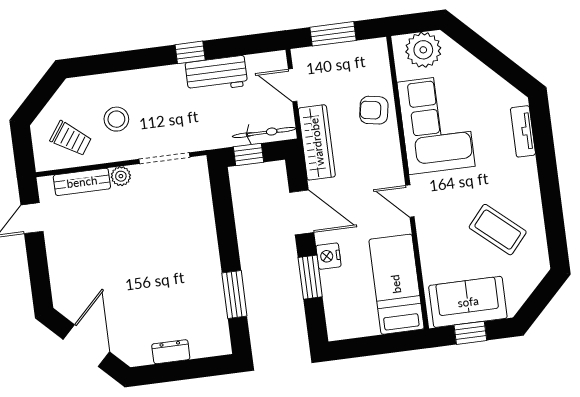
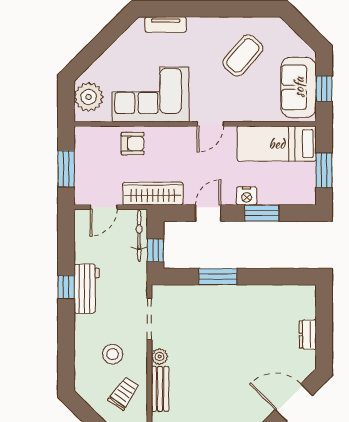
workbench: (216, 74) -> (87, 289), moved
armchair: (374, 110) -> (133, 144), turned -100
door: (302, 212) -> (208, 213), width x0.73
window: (234, 294) -> (218, 277), moved
window: (372, 346) -> (324, 170), added

